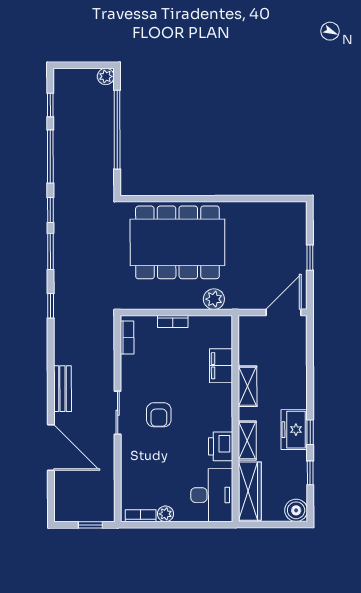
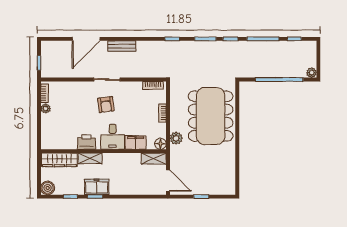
floor lamp: (223, 325) -> (161, 144), added
shelving: (248, 386) -> (154, 159), moved
armchair: (159, 415) -> (106, 105), turned -97
desk: (212, 495) -> (113, 137), moved, width x0.73

